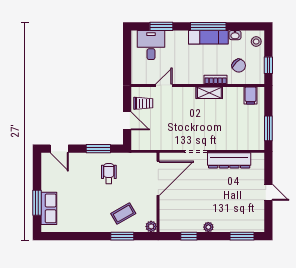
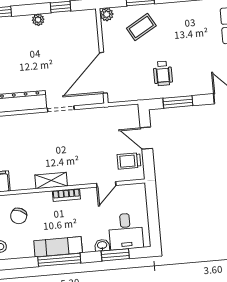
washbasin: (235, 35) -> (102, 245), moved
chair: (239, 66) -> (19, 216), turned -112
bookcase: (216, 80) -> (66, 195), moved

